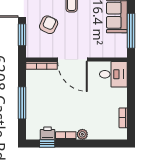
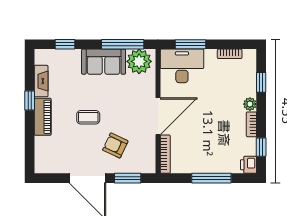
plant: (117, 44) -> (139, 61), added
desk: (113, 74) -> (182, 66), width x1.37
window: (131, 86) -> (191, 44), added
printer: (48, 133) -> (249, 165), moved
window: (100, 144) -> (261, 82), added

